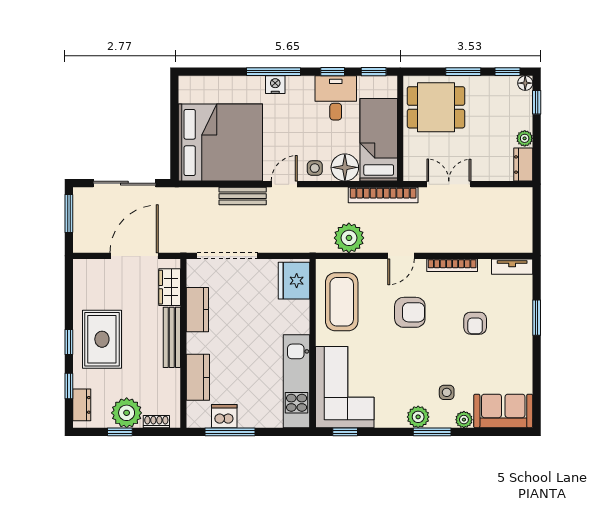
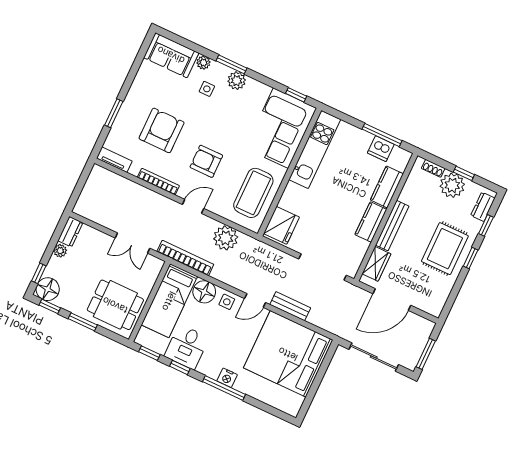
floor lamp: (525, 83) -> (48, 289), width x1.89, depth x1.89
kitchen counter: (197, 310) -> (371, 222), moved
armchair: (475, 323) -> (162, 130), width x1.88, depth x1.88

